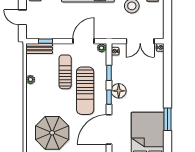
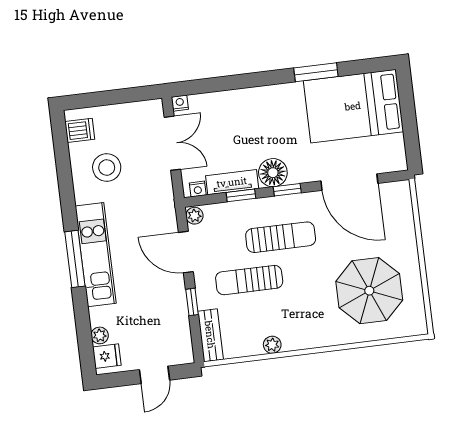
window: (45, 41) -> (192, 302), moved
tv unit: (116, 69) -> (232, 182), added
sun lounger: (85, 91) -> (281, 237), width x0.73, depth x0.75

